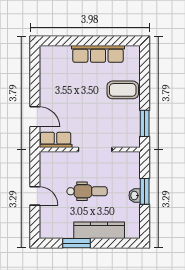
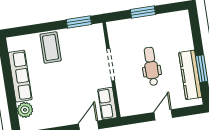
plant: (62, 53) -> (25, 110), added
washbasin: (135, 195) -> (148, 21), removed
kitchen counter: (99, 230) -> (190, 75), moved

